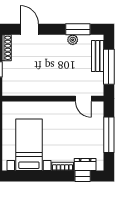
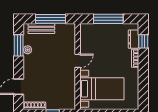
door: (83, 99) -> (78, 61), moved
bed with nightstands: (29, 145) -> (102, 89), moved, turned 180

